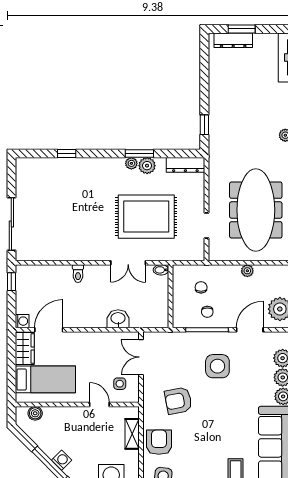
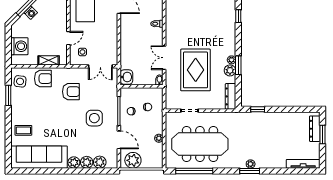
washbasin: (118, 319) -> (126, 77), moved
double door: (141, 357) -> (100, 66), swing flipped
armchair: (178, 401) -> (71, 92), turned 101

